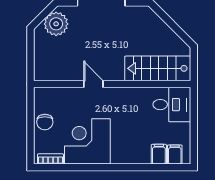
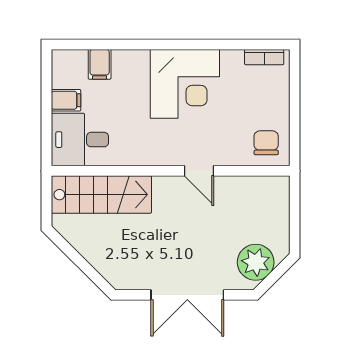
chair: (45, 122) -> (266, 143), moved
corner desk: (87, 141) -> (185, 84), moved
filing cabinet: (175, 154) -> (66, 100), moved, turned -90

